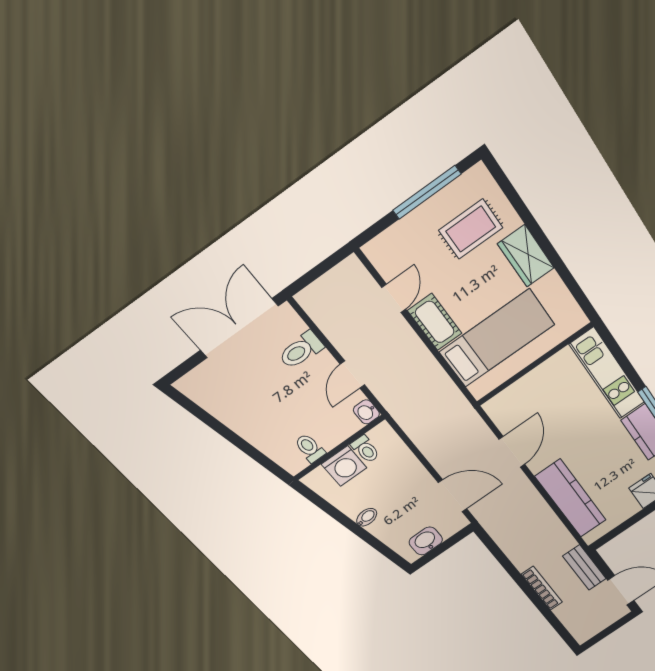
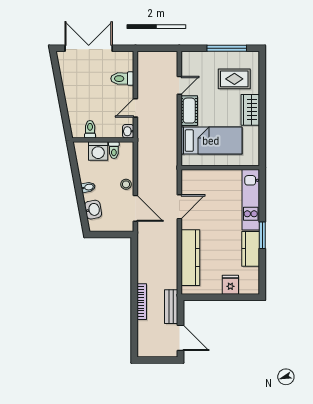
double door: (239, 328) -> (89, 48), moved
stool: (416, 477) -> (126, 184), added
washbasin: (426, 541) -> (93, 210), moved, turned 79

